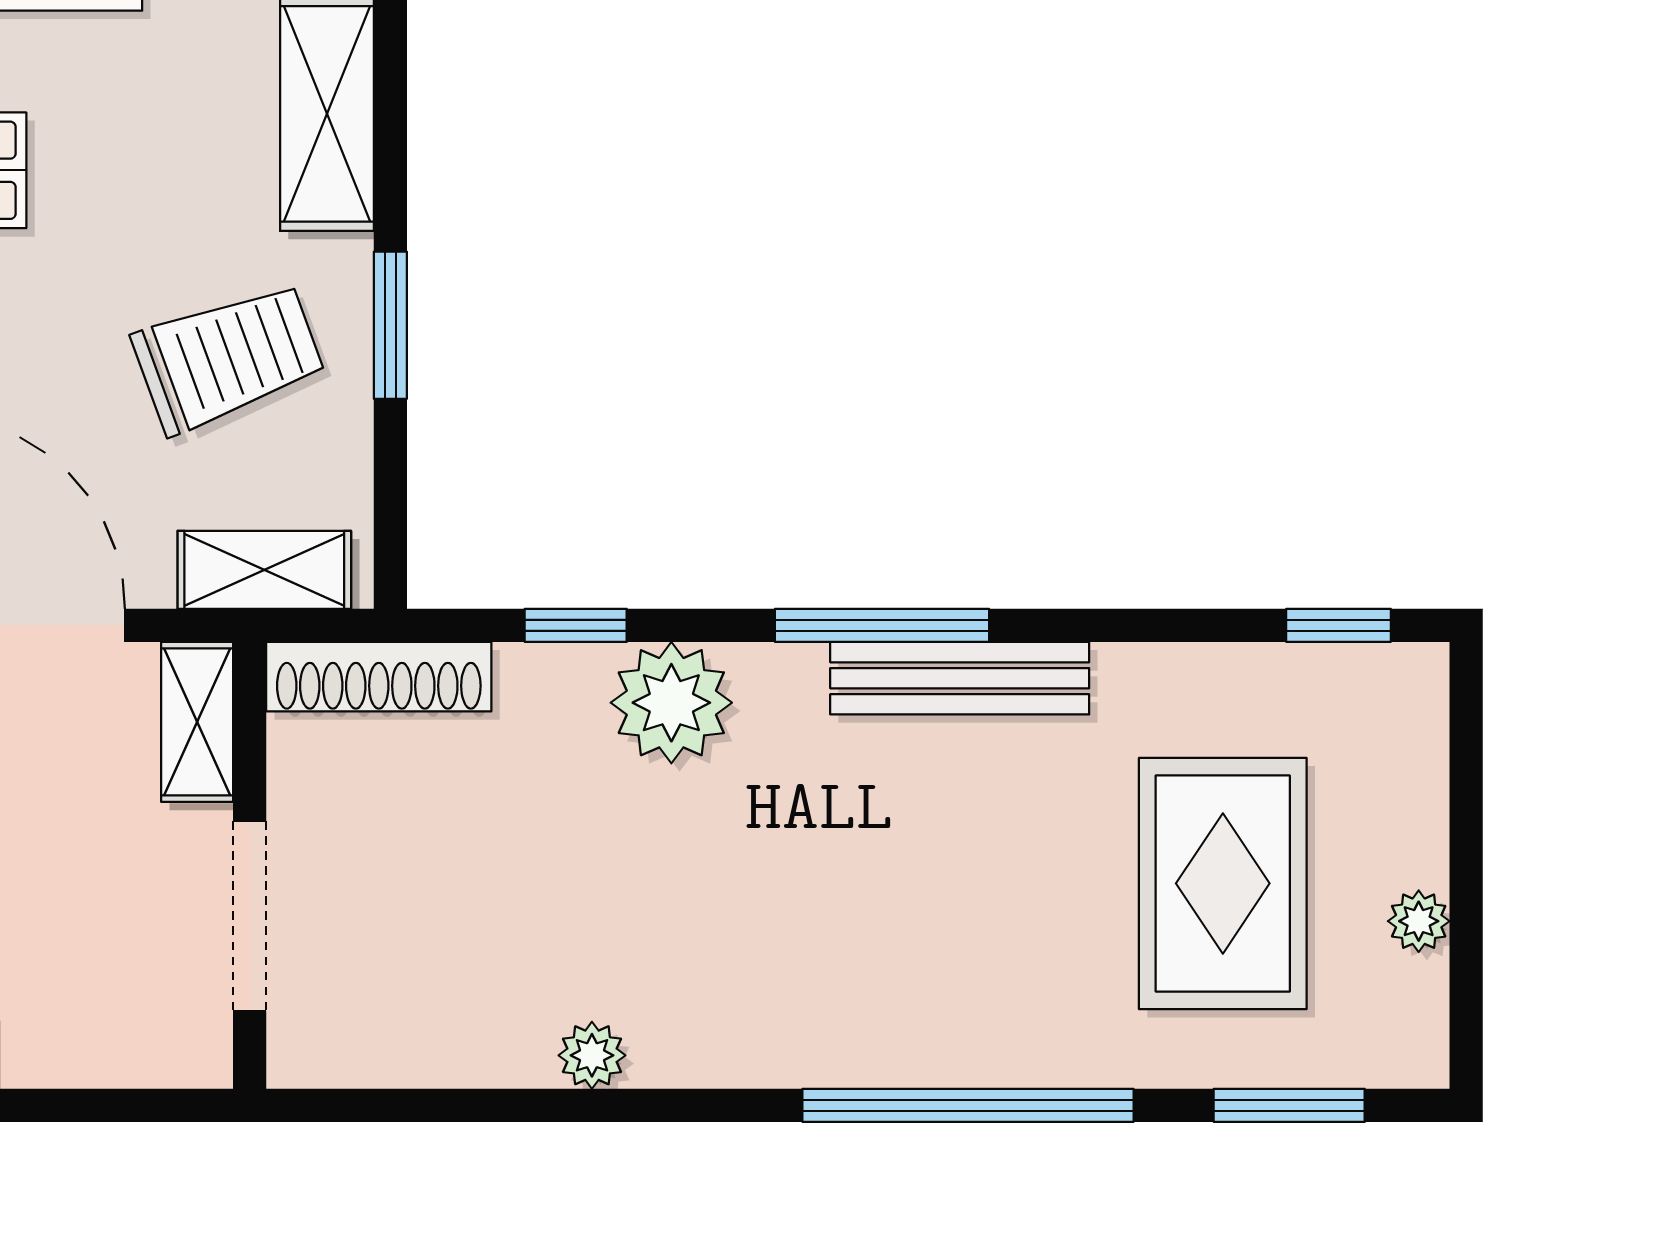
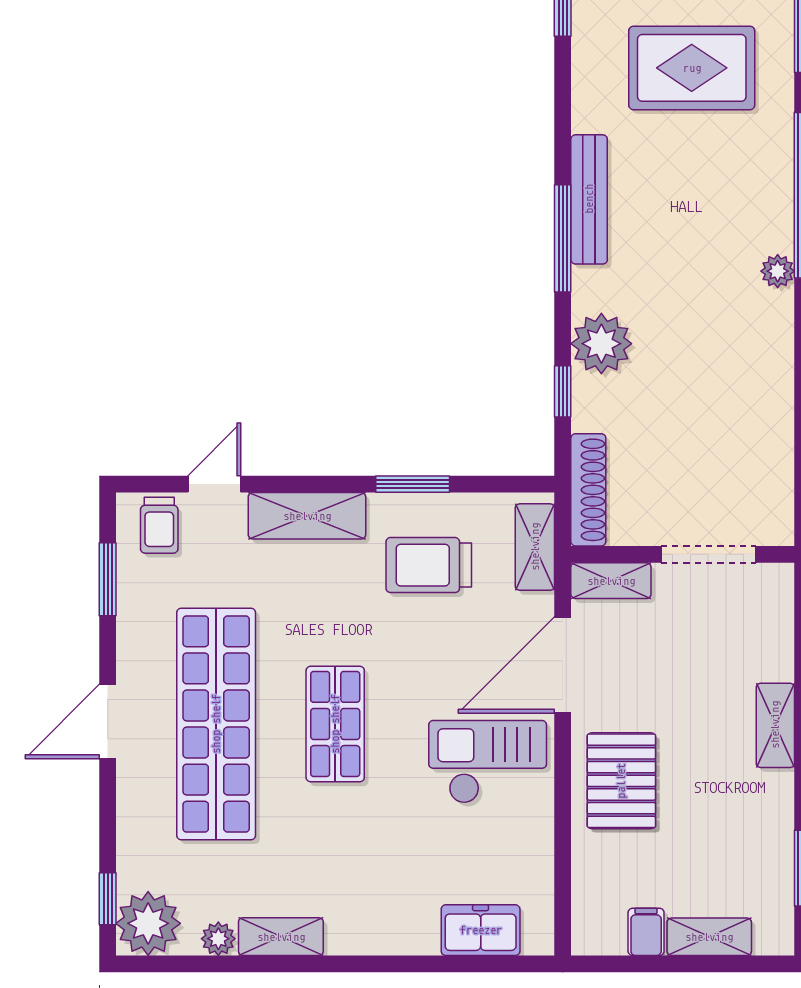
trolley: (228, 357) -> (429, 565), turned -70
plant: (592, 1055) -> (778, 271), moved

